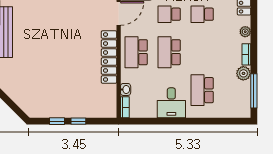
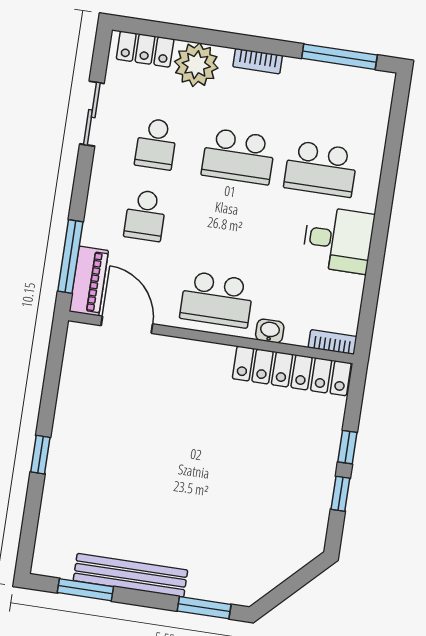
plant: (245, 32) -> (196, 65), width x1.88, depth x1.88
school desk: (169, 52) -> (238, 156), moved
locker: (109, 57) -> (292, 371), moved
plant: (243, 73) -> (298, 73), removed
washbasin: (126, 89) -> (270, 331), moved

